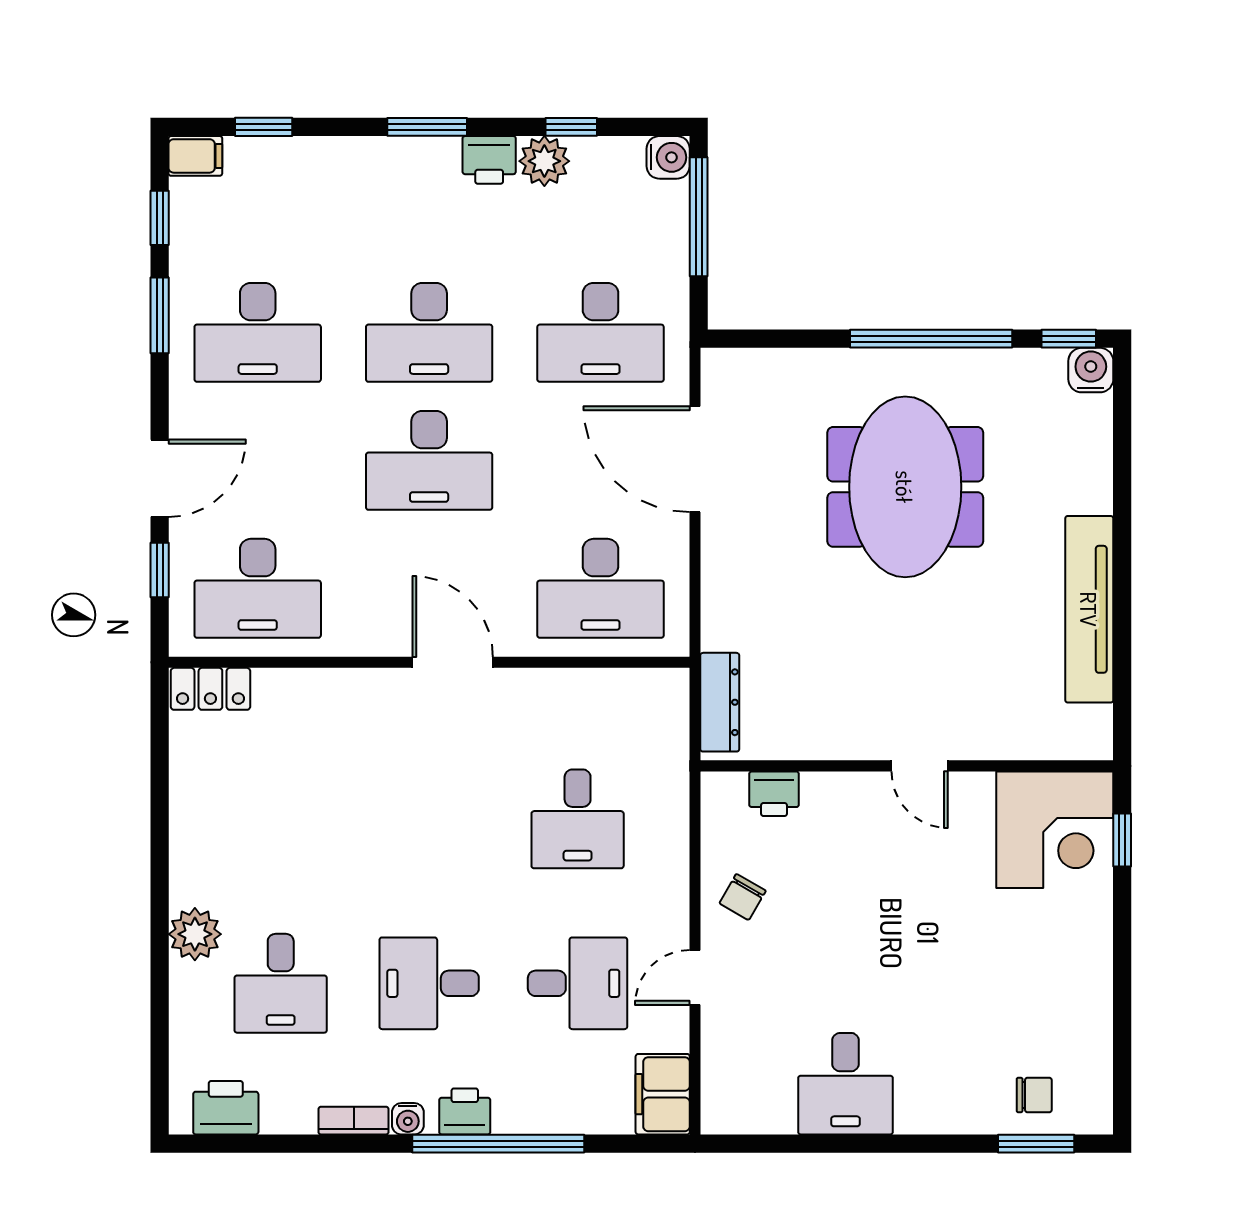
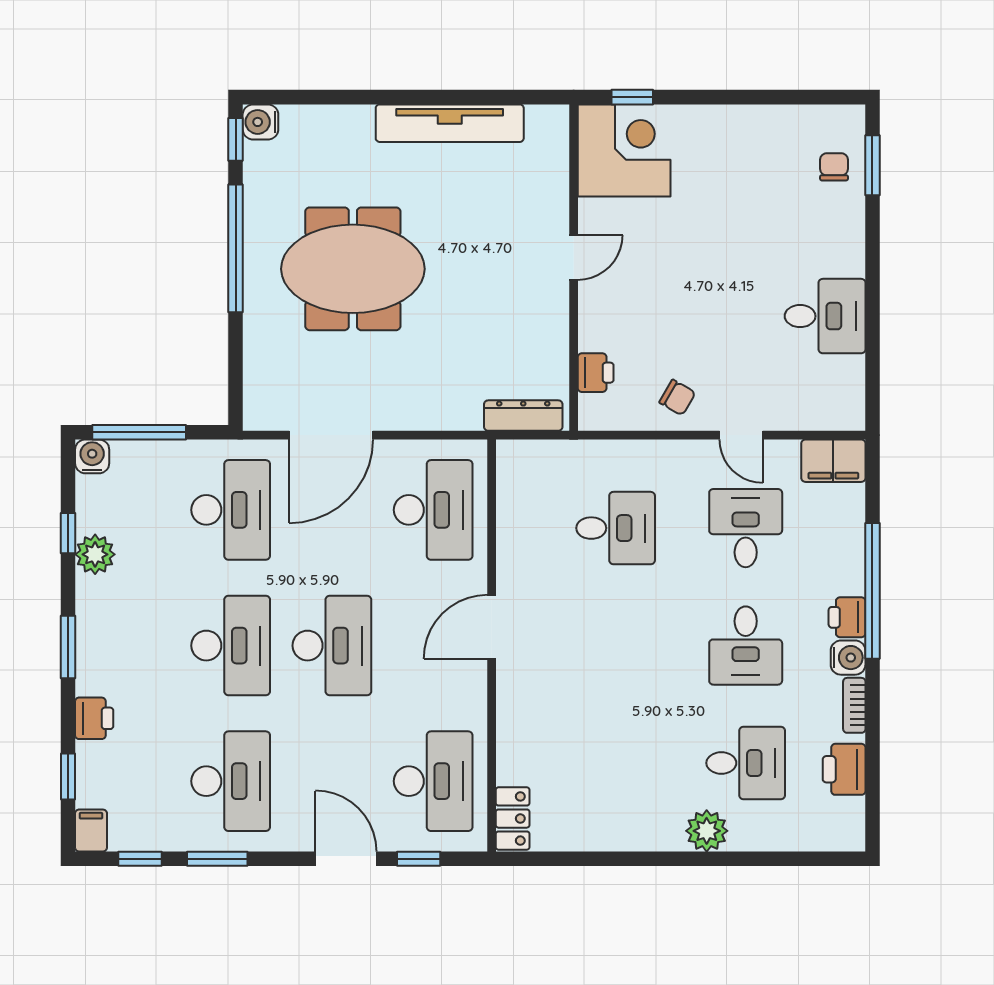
printer: (489, 160) -> (94, 718), moved
printer: (226, 1108) -> (844, 769), moved
water cooler: (408, 1119) -> (848, 658), width x1.38, depth x1.38

